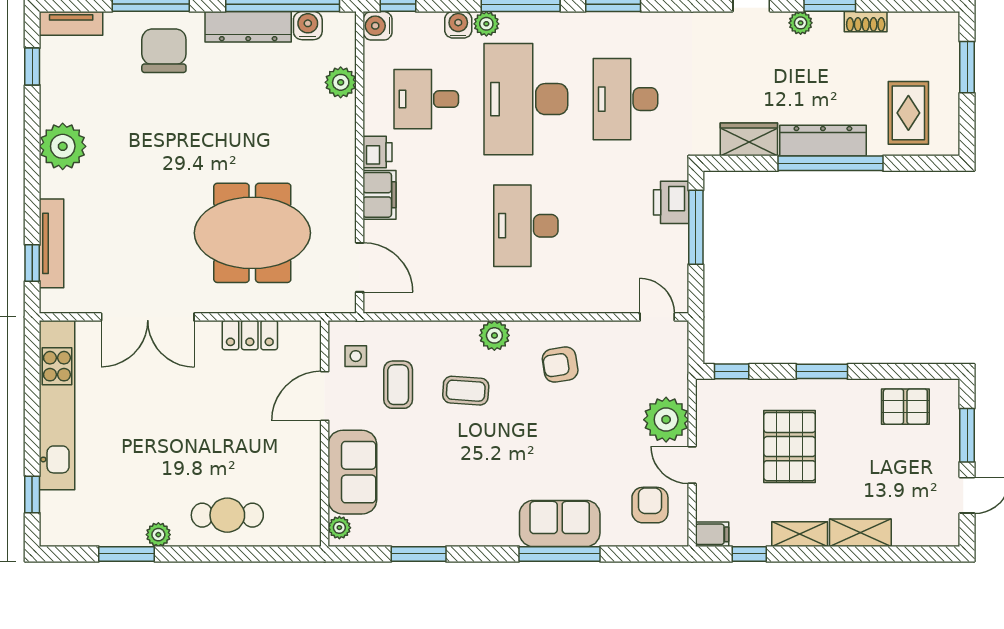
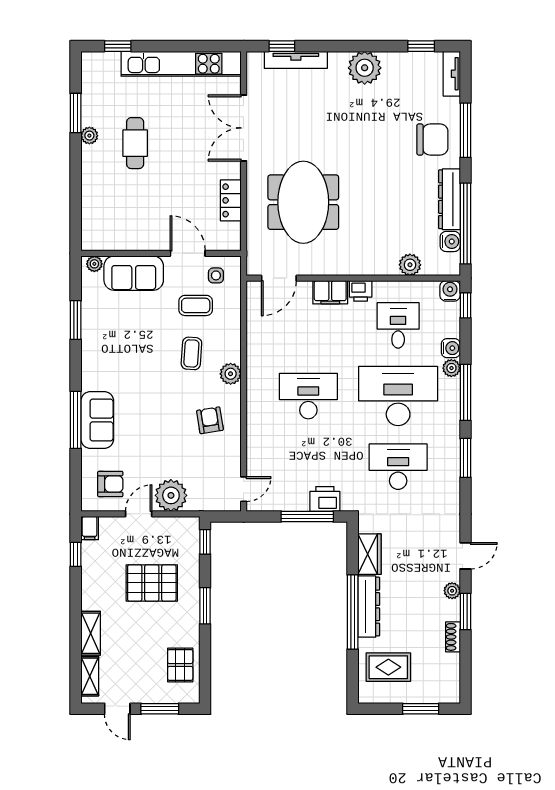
cafe table: (227, 515) -> (135, 143), moved
shelving: (800, 534) -> (90, 676), moved

